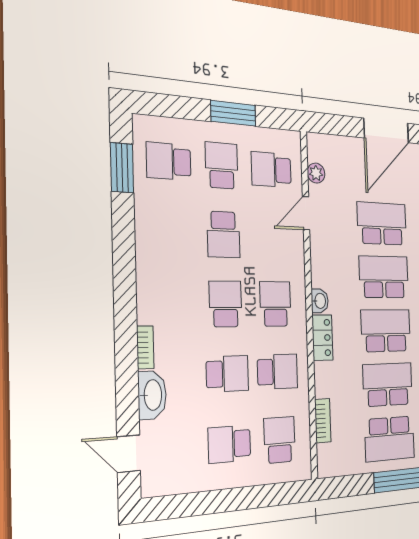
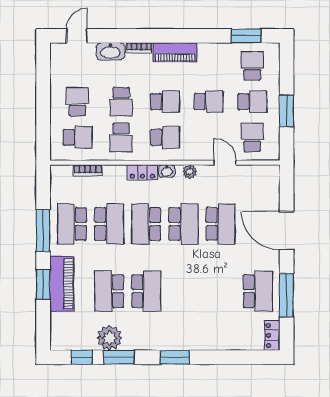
plant: (316, 173) -> (190, 171), moved
school desk: (223, 235) -> (209, 102), turned 180
piano: (151, 287) -> (175, 52), added
school desk: (386, 331) -> (146, 224), turned 180

